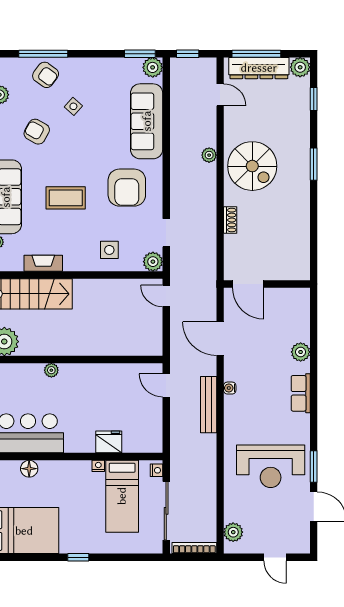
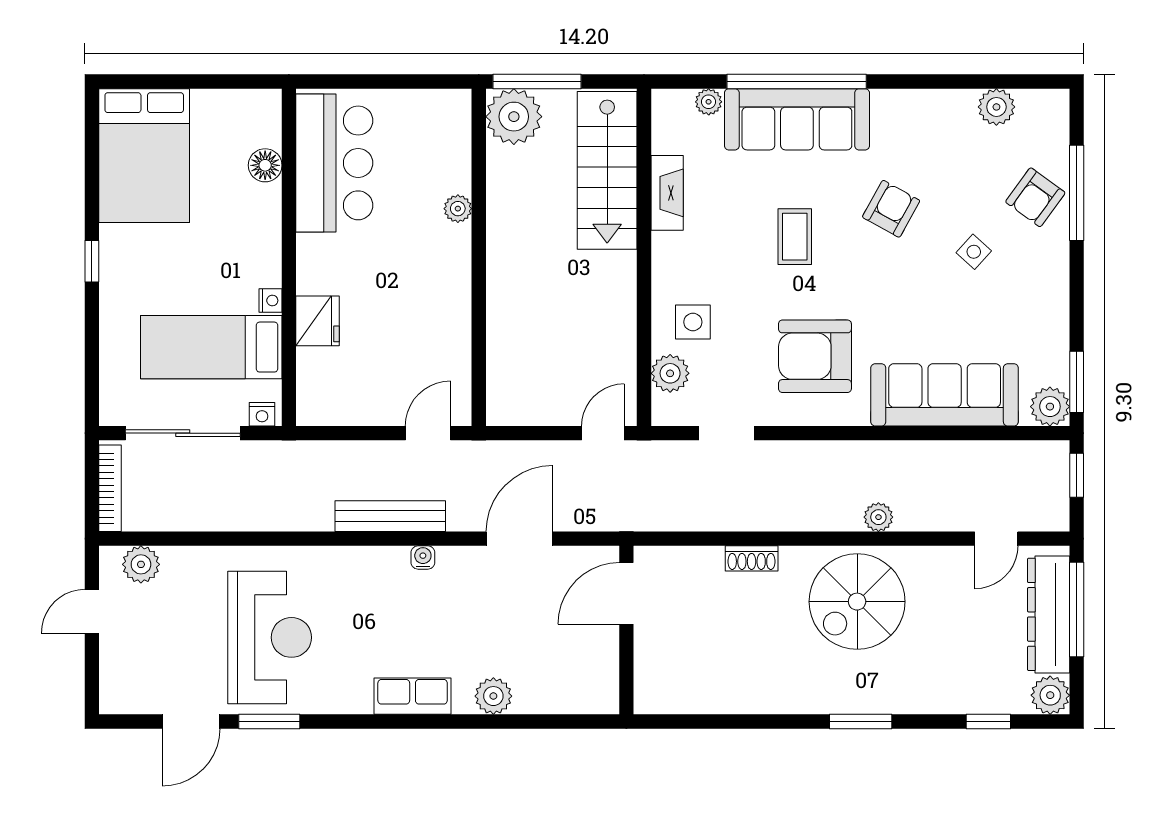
armchair: (37, 132) -> (891, 209), moved
coffee table: (66, 198) -> (795, 237), width x0.73, depth x0.77
plant: (153, 262) -> (670, 373), moved
reception desk: (271, 466) -> (270, 637), turned 180
door: (275, 557) -> (92, 611), moved

